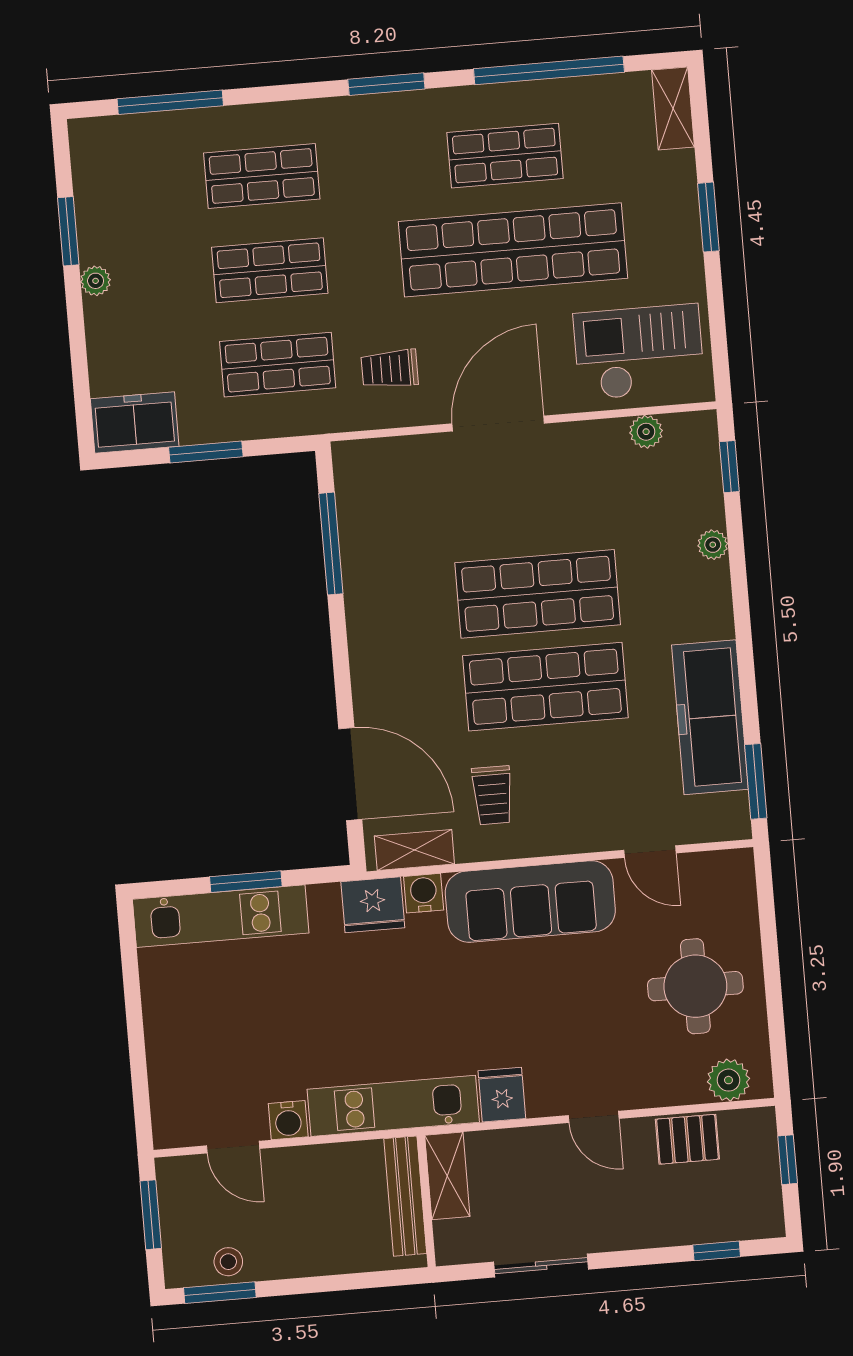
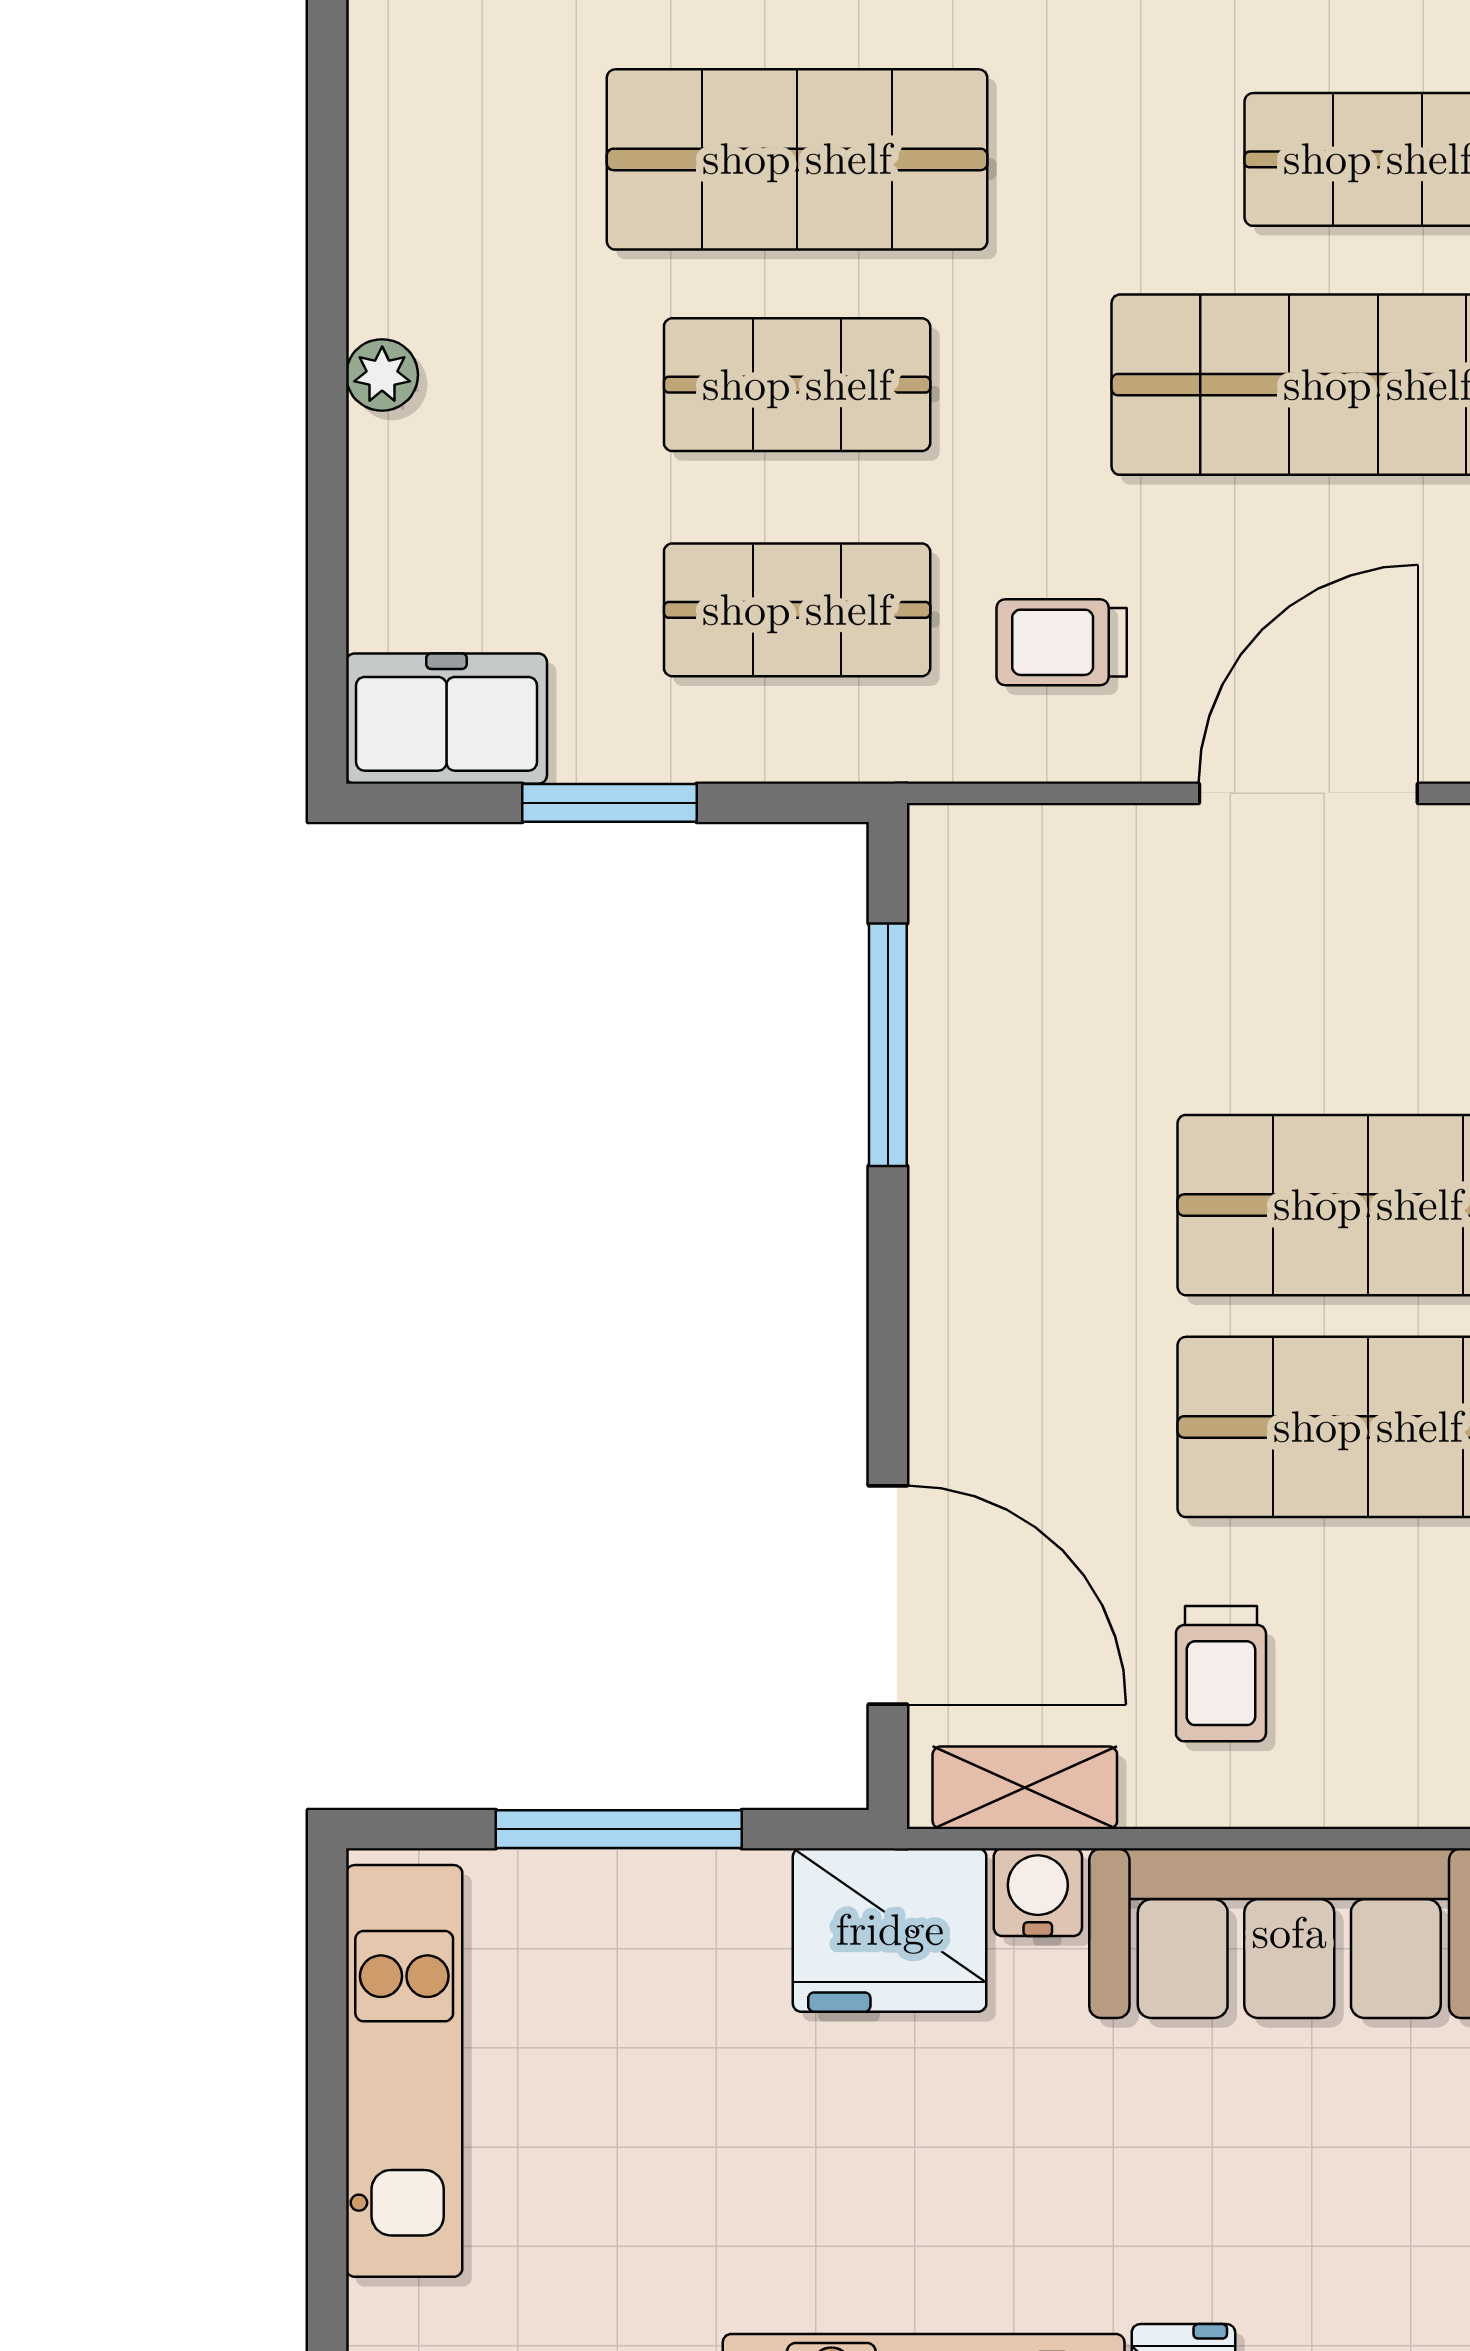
shop shelf: (262, 176) -> (797, 159), width x1.43, depth x1.36
window: (68, 231) -> (327, 252), removed
window: (246, 882) -> (619, 1829), width x1.44
fridge: (373, 905) -> (890, 1930), width x1.36, depth x1.34
kitchen unit: (221, 916) -> (404, 2071), moved, turned -90

